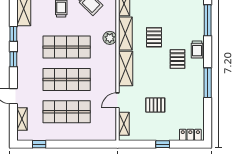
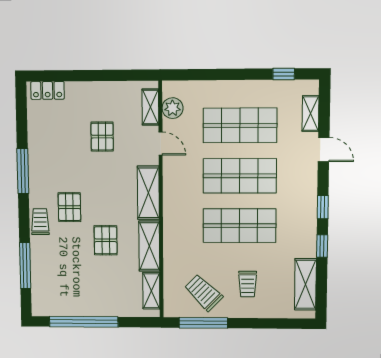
plant: (110, 38) -> (173, 108), moved
door: (118, 100) -> (161, 144), hinge flipped
pallet: (155, 105) -> (102, 137), turned 90
window: (163, 144) -> (90, 76), removed

